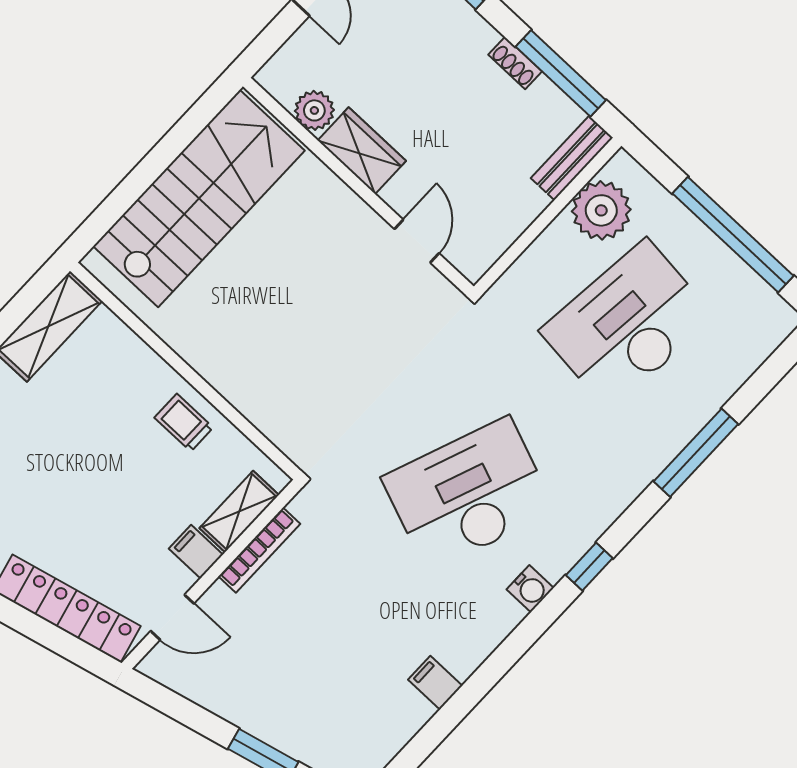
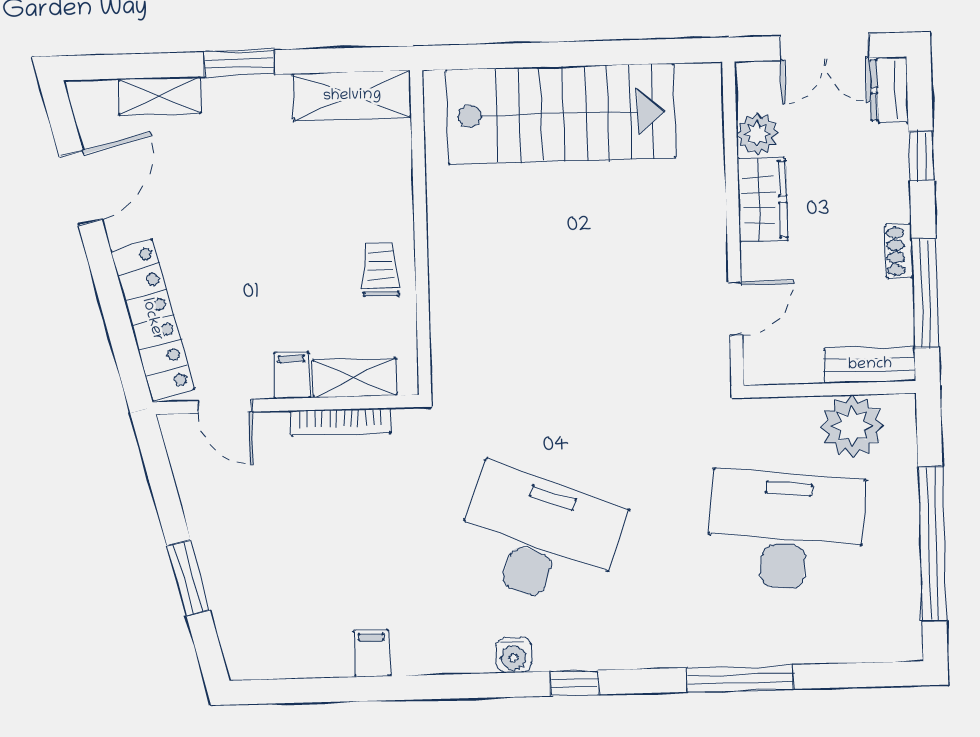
plant: (314, 110) -> (757, 134), moved
wardrobe: (362, 151) -> (762, 200), moved
wall: (358, 186) -> (733, 224), moved
door: (417, 241) -> (735, 309), moved

